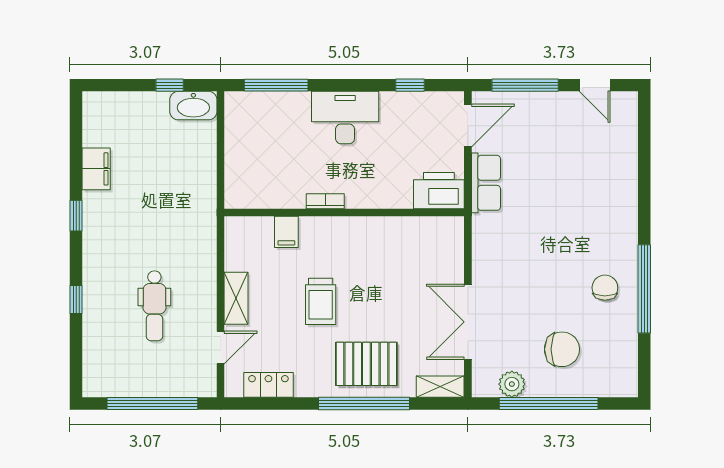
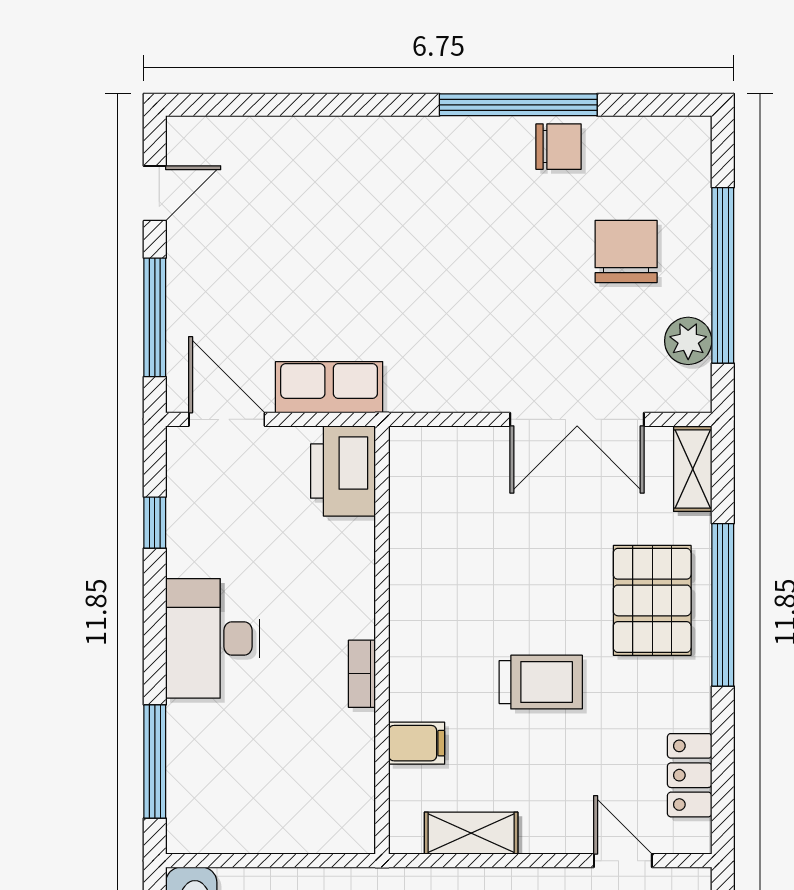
chair: (605, 288) -> (559, 147), moved, turned 180
shelving: (236, 298) -> (471, 833), moved

